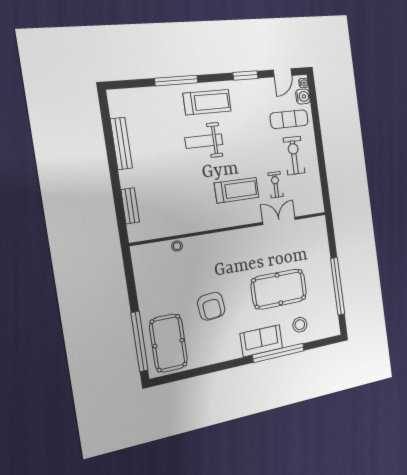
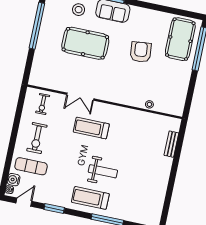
bench: (121, 144) -> (162, 188), removed
exercise bike: (276, 185) -> (43, 104), moved
double door: (279, 221) -> (80, 97), moved

